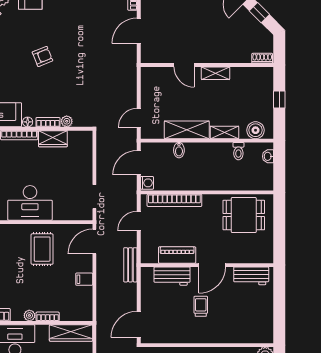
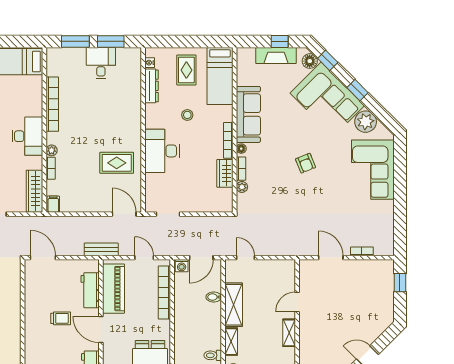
door: (139, 163) -> (201, 258), swing flipped
piano: (177, 255) -> (113, 289), width x1.37, depth x1.33
filing cabinet: (84, 279) -> (53, 204), moved

